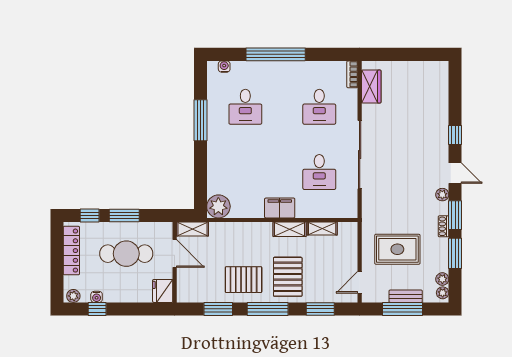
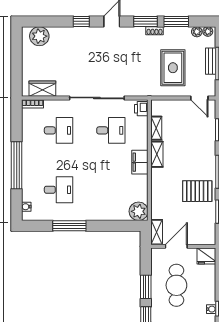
plant: (442, 195) -> (39, 36), moved, width x1.88, depth x1.88
printer: (346, 210) -> (141, 109), added
pallet: (288, 277) -> (195, 156), removed
pallet: (244, 280) -> (197, 191), turned 90

